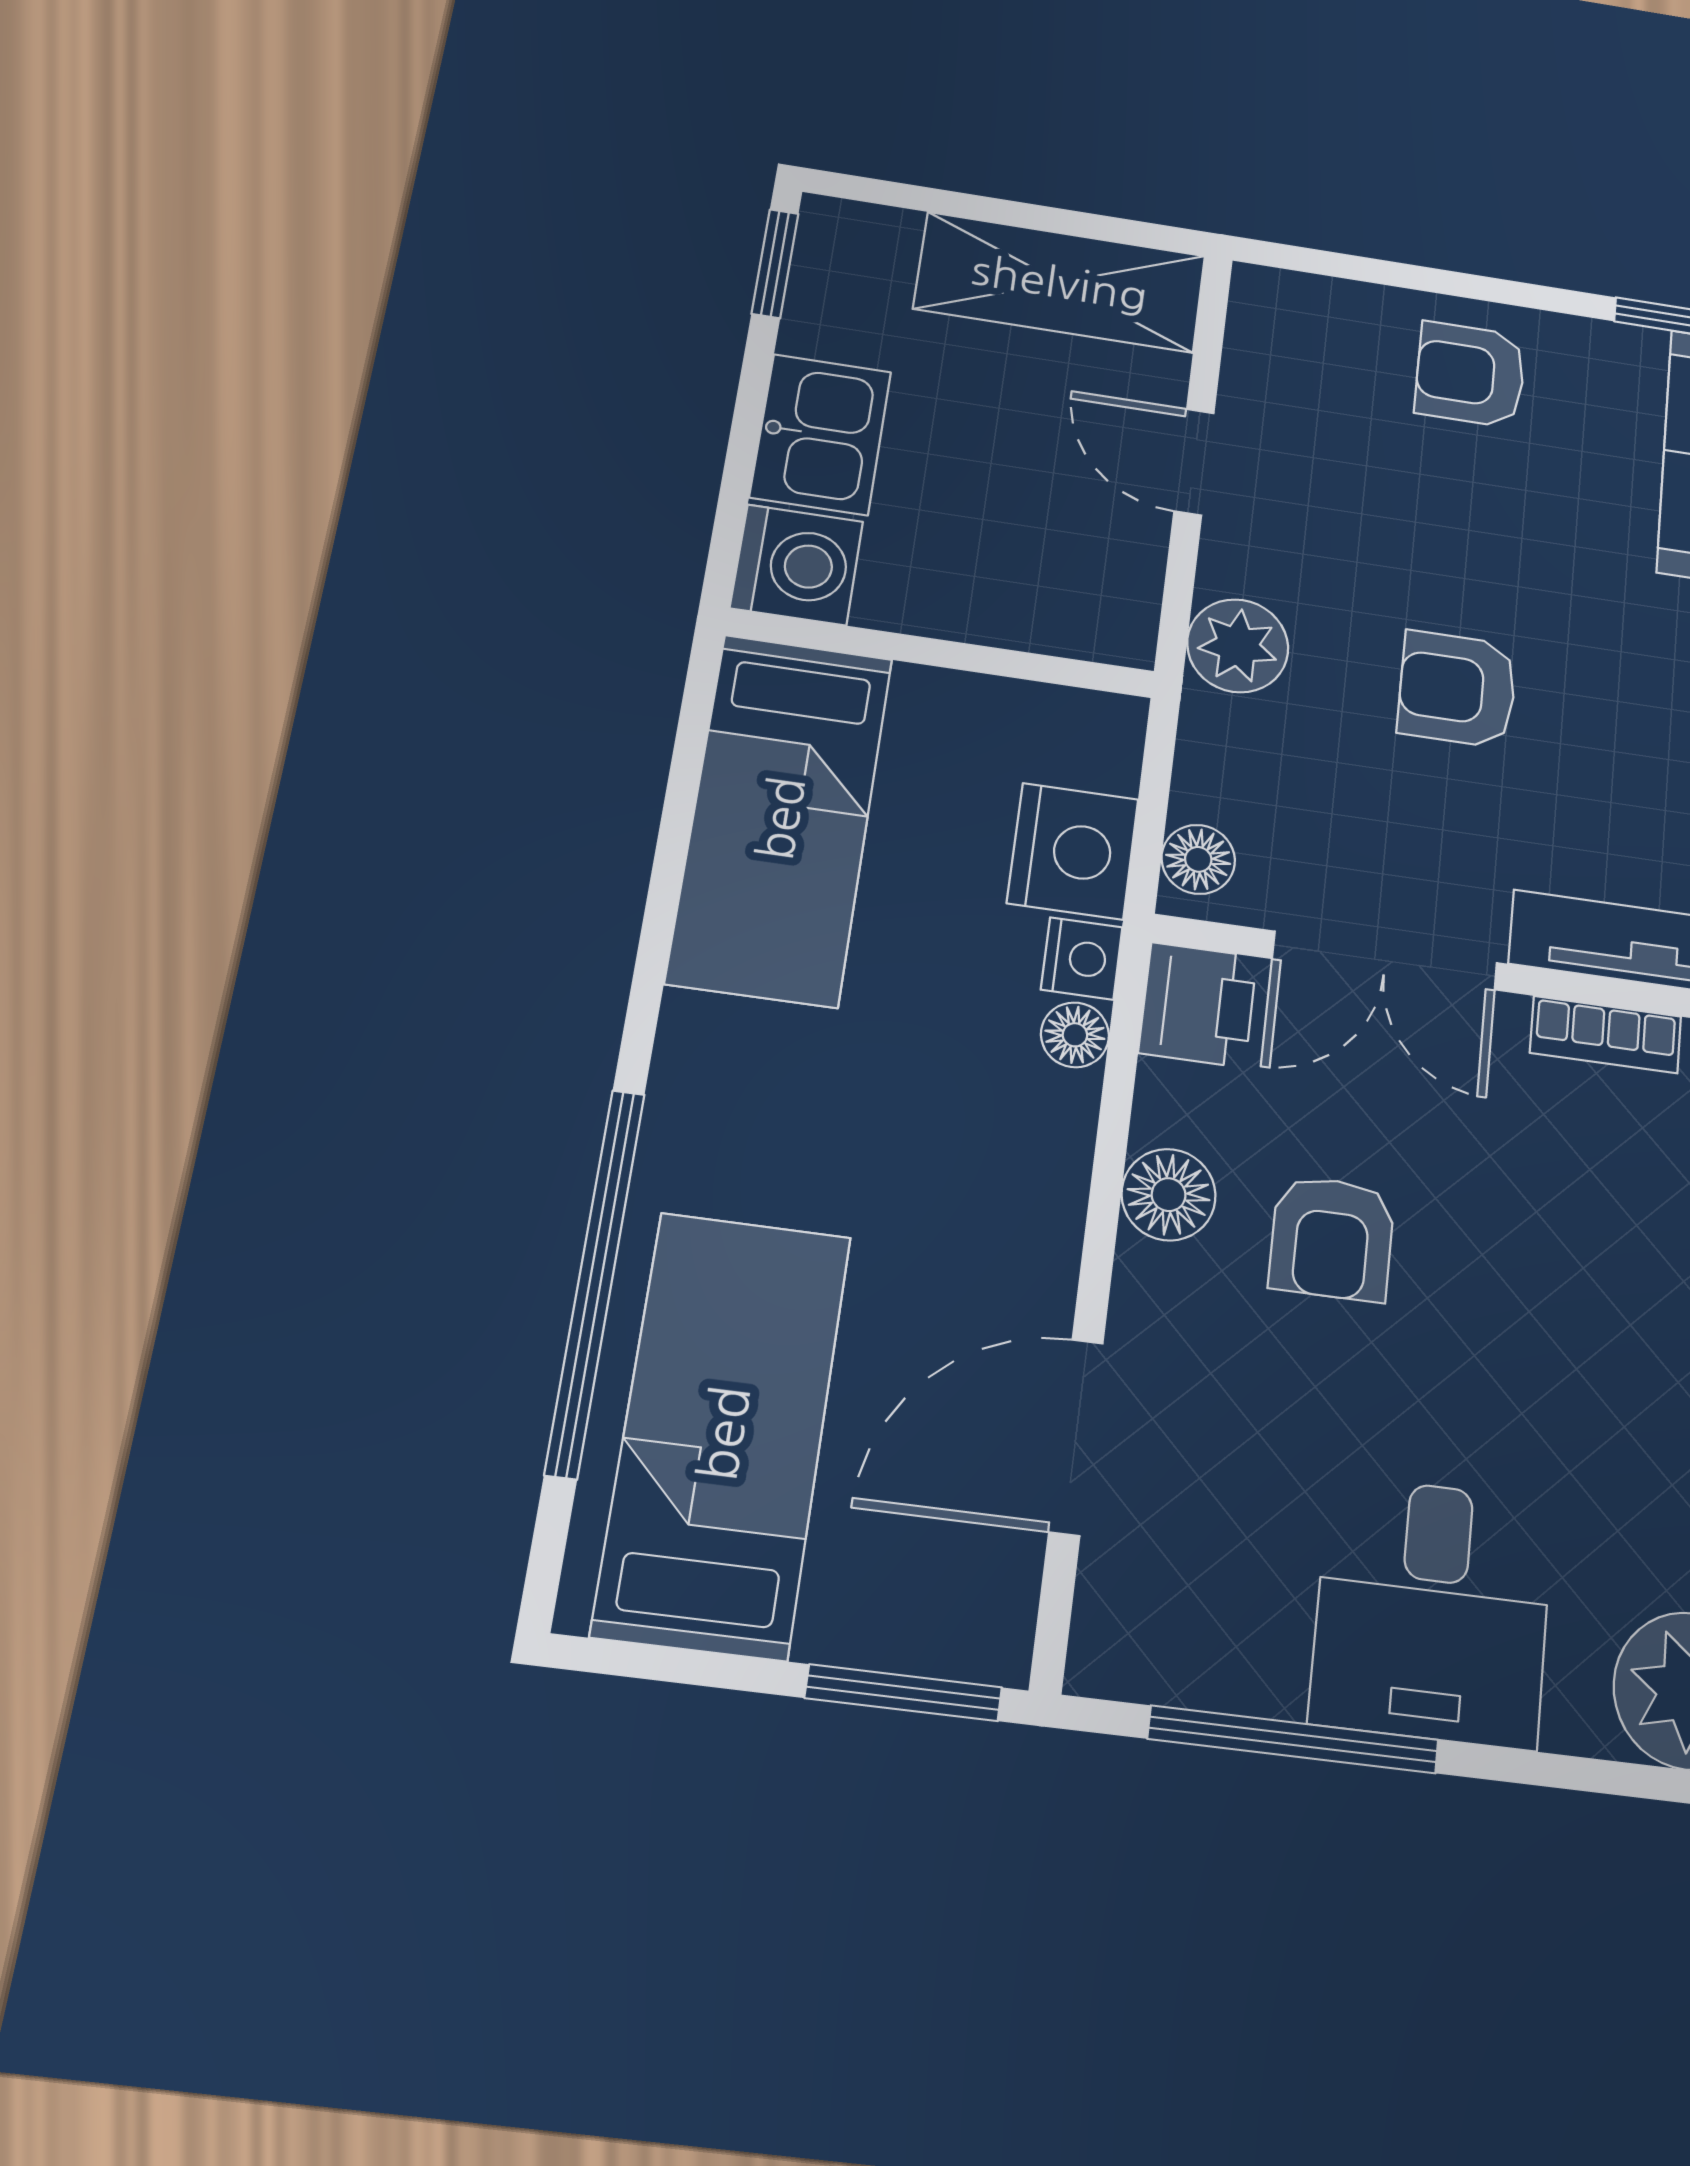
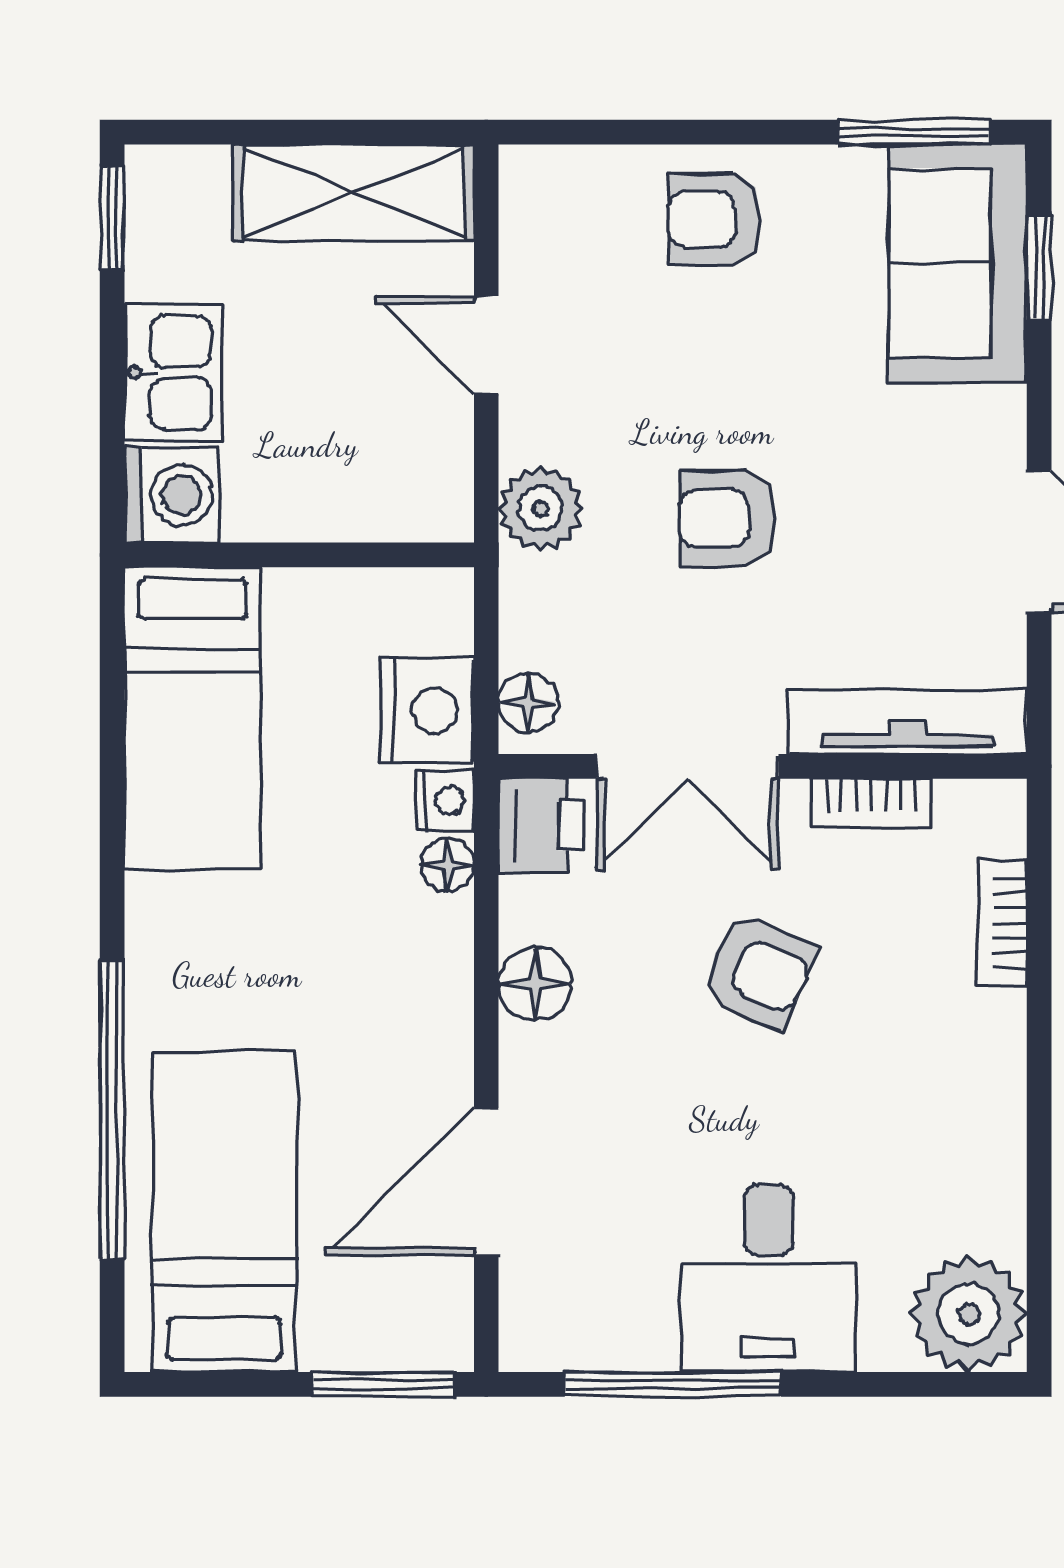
armchair: (1332, 1238) -> (758, 971), moved, turned -67

